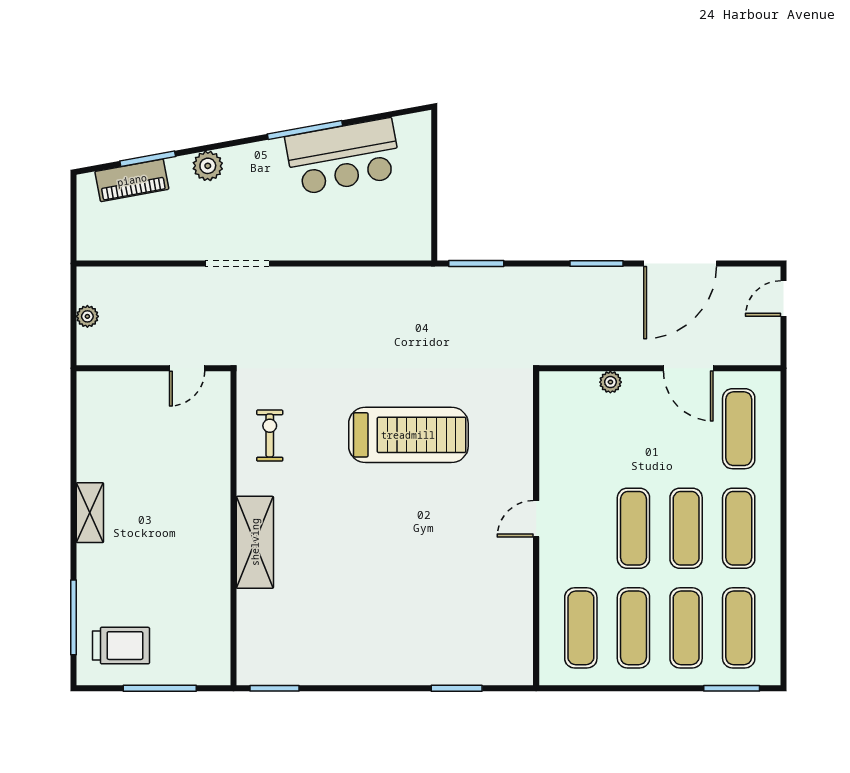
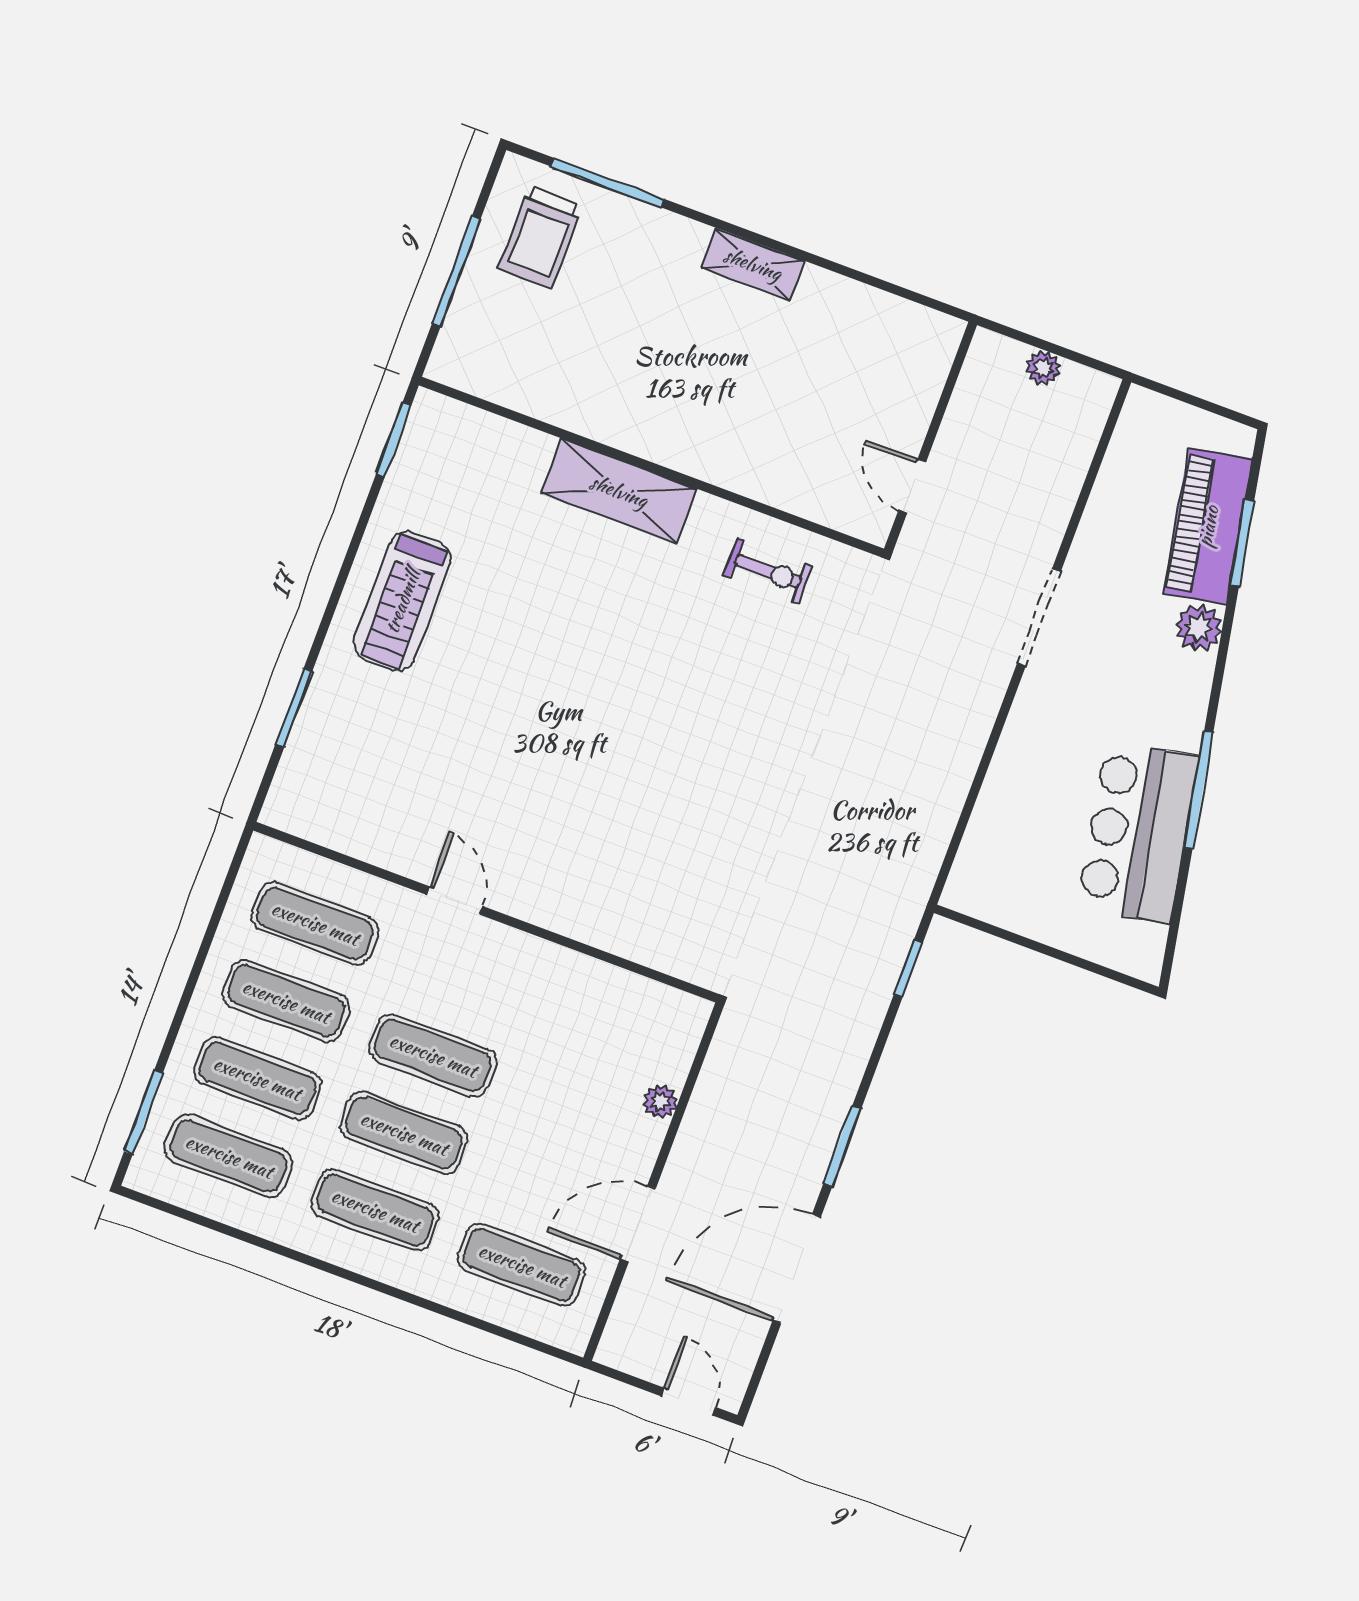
piano: (132, 180) -> (1208, 526), width x1.37, depth x1.33
window: (476, 264) -> (908, 969), width x0.67
door: (680, 264) -> (797, 1269), hinge flipped
treadmill: (408, 435) -> (402, 601), moved, width x0.73, depth x0.73
door: (536, 519) -> (455, 901), moved

